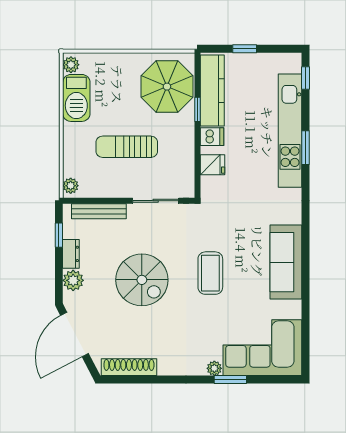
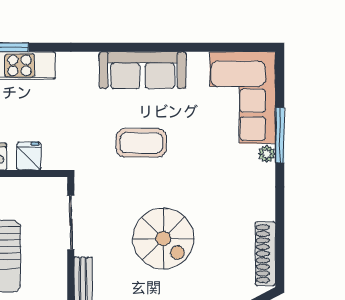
coffee table: (210, 273) -> (141, 143), moved
spiral stairs: (142, 280) -> (163, 239), turned 90
window: (230, 380) -> (280, 135), width x1.44

